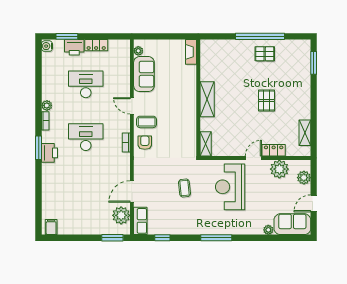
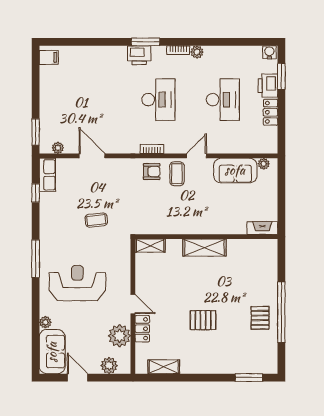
reception desk: (230, 187) -> (77, 283), moved
plant: (121, 215) -> (58, 148), width x0.53, depth x0.53
row of seats: (140, 221) -> (47, 175), moved, turned -90

